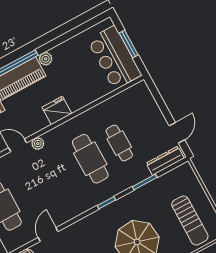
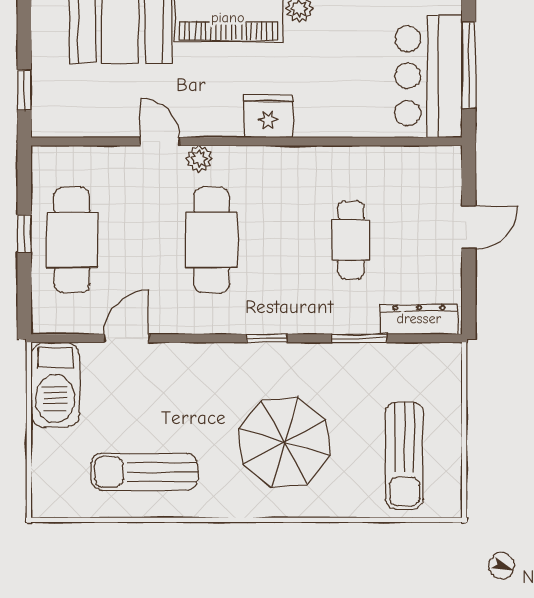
window: (129, 44) -> (469, 65), width x1.44
door: (177, 133) -> (469, 227), moved
cafe table: (90, 159) -> (212, 240), moved

